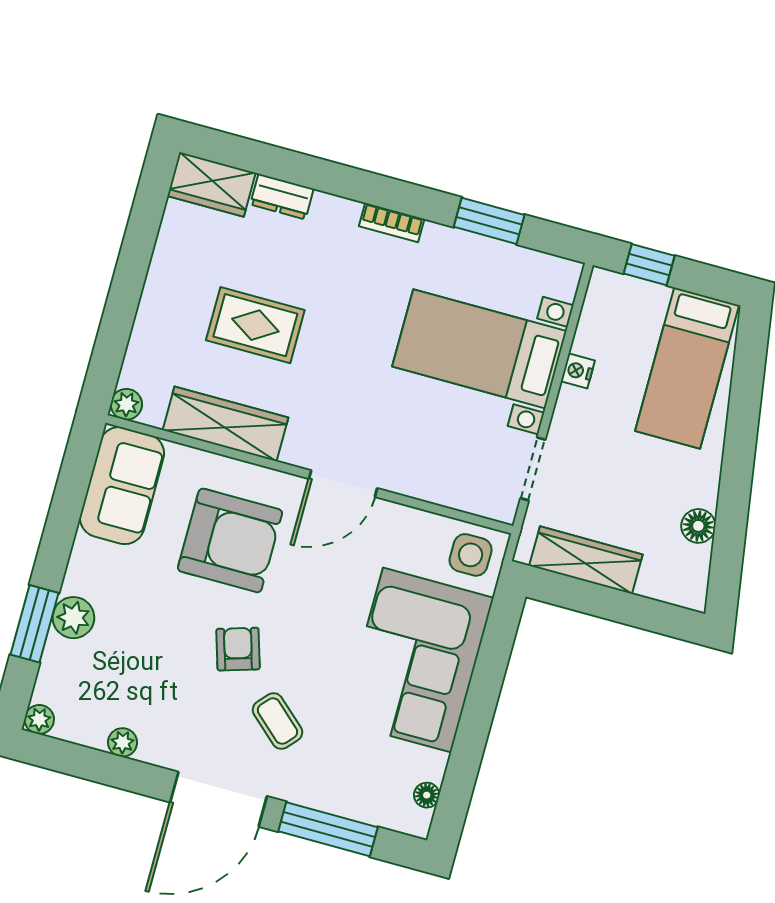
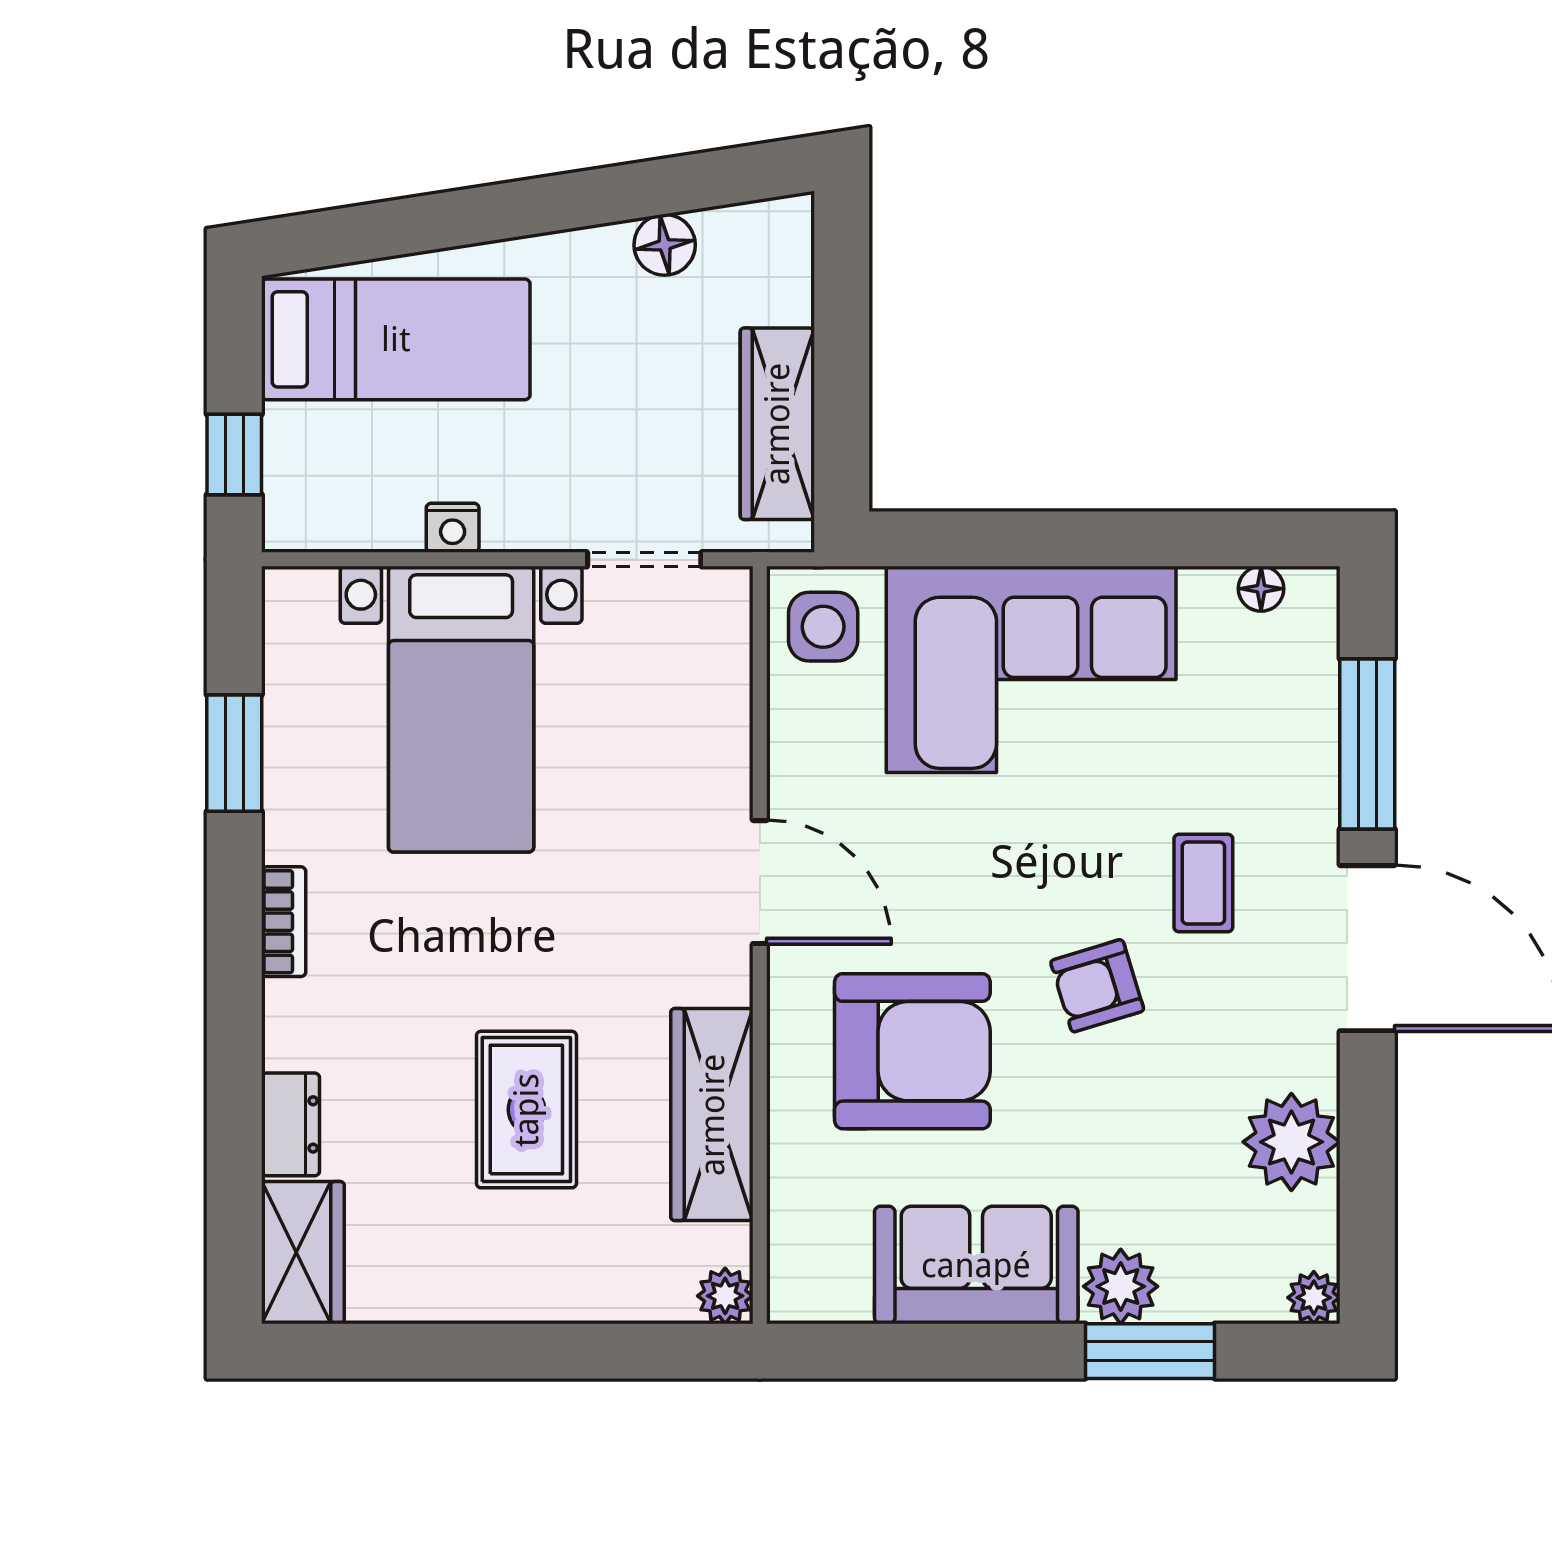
sofa: (122, 486) -> (976, 1265), moved
armchair: (230, 540) -> (912, 1051), turned 90
coffee table: (277, 721) -> (1203, 883), turned -42
plant: (123, 742) -> (1291, 1142), width x1.88, depth x1.88

